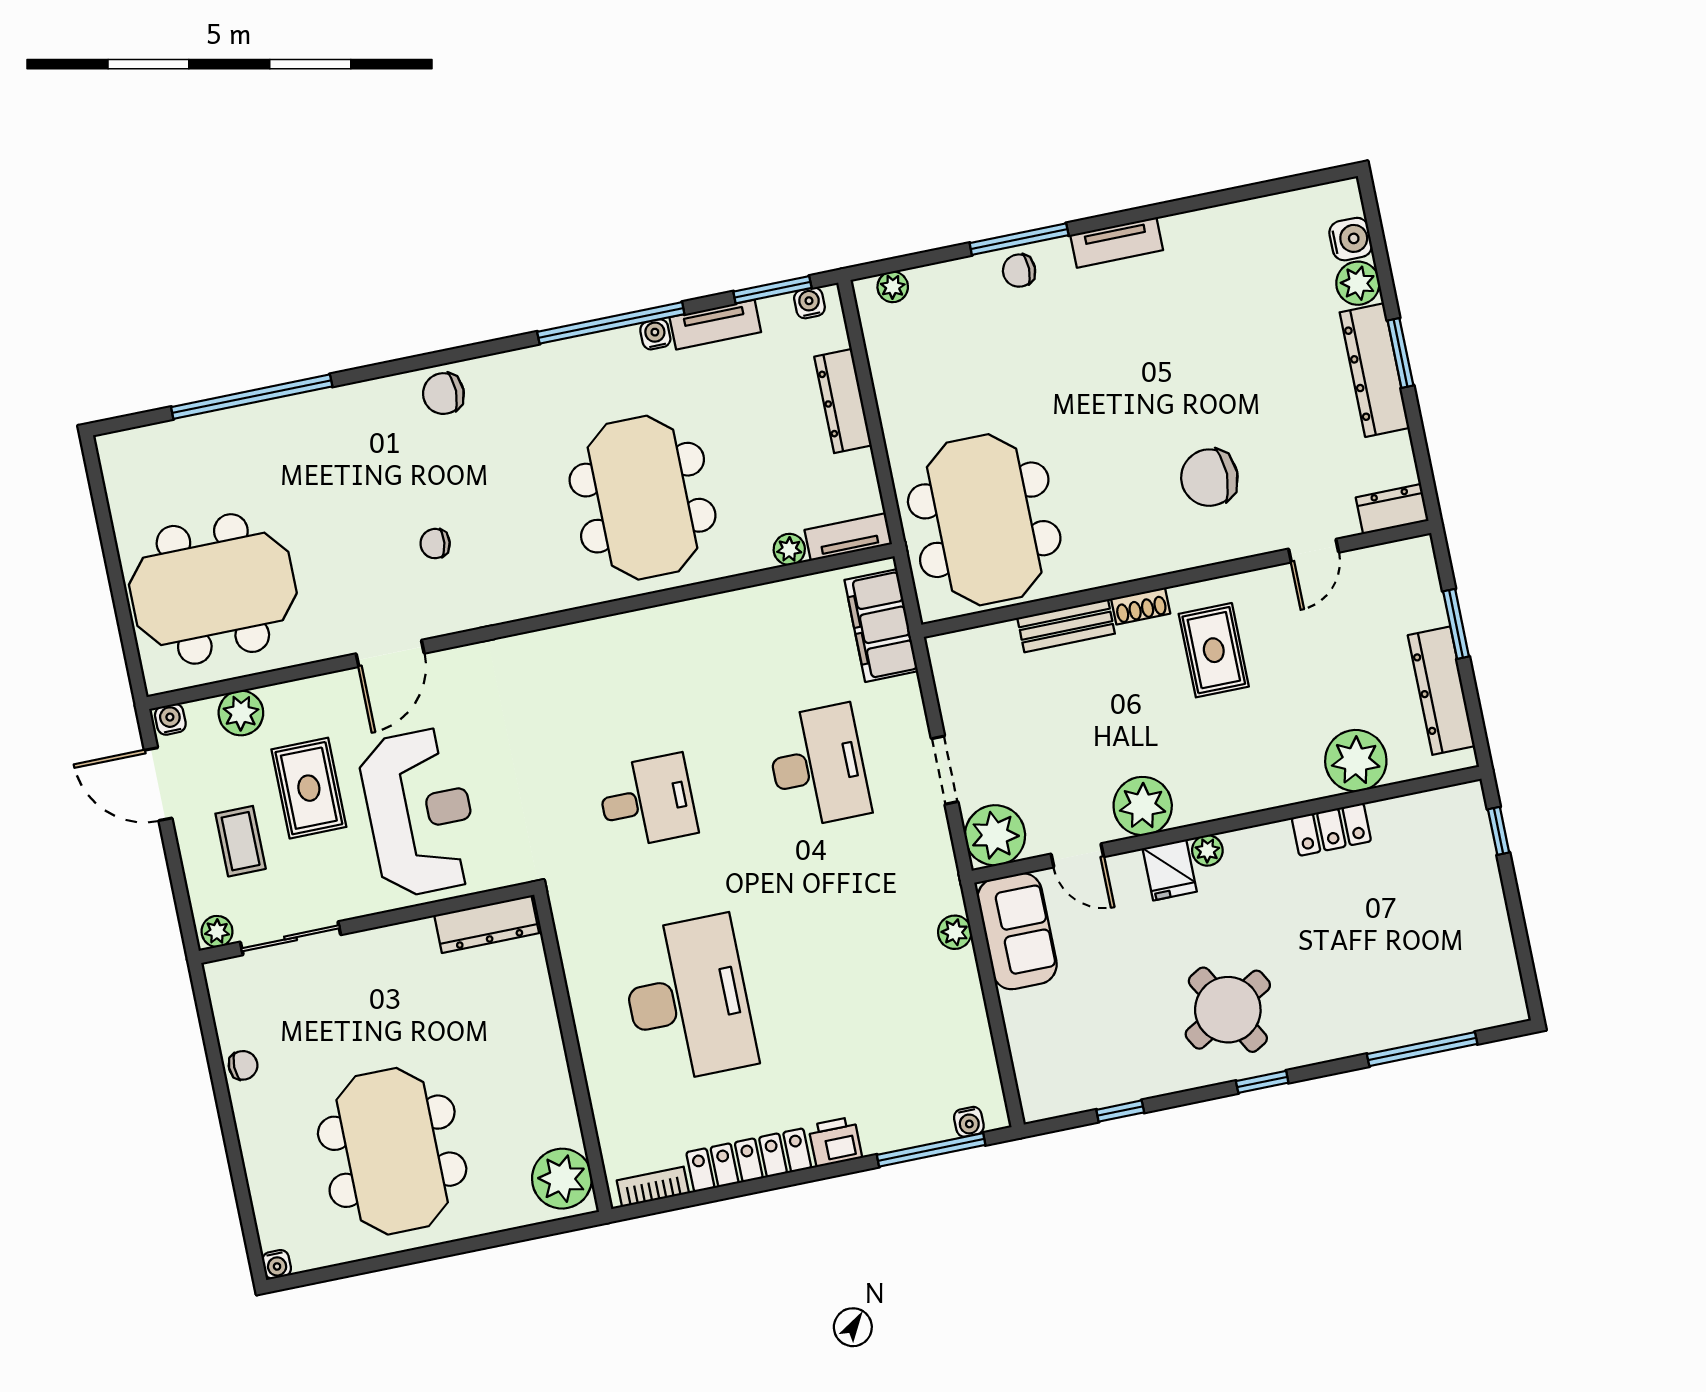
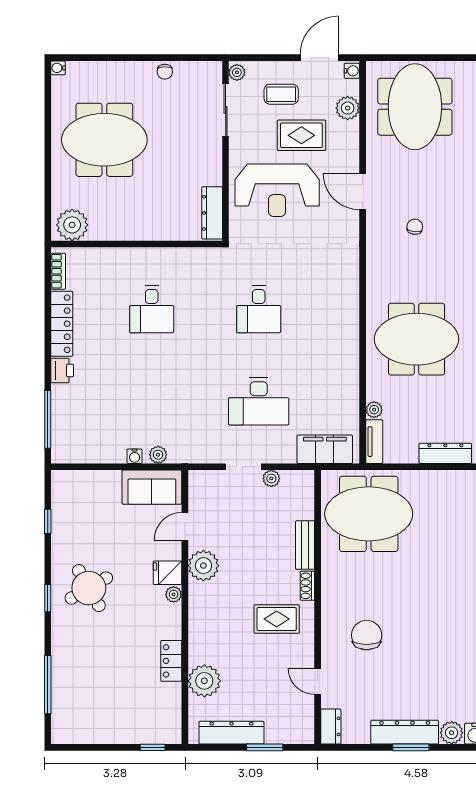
plant: (995, 835) -> (271, 478), moved, width x0.53, depth x0.53
desk: (688, 999) -> (152, 309), width x0.53, depth x0.77
water cooler: (969, 1122) -> (135, 456), moved, turned -90

